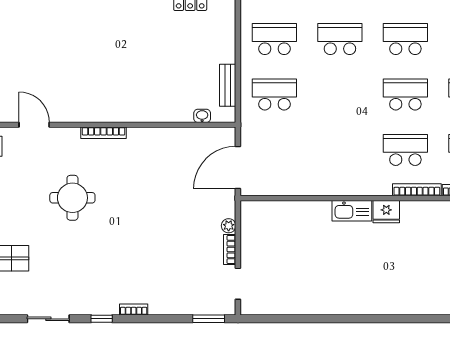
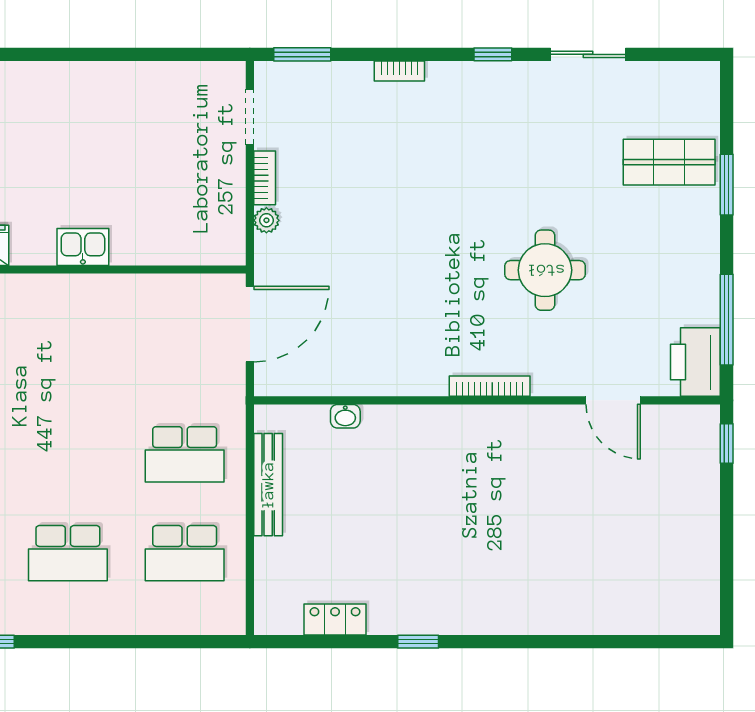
bench: (228, 85) -> (268, 485), width x1.36
washbasin: (202, 116) -> (345, 416), moved
kitchen sink: (352, 211) -> (83, 247), moved, width x0.73
bookcase: (134, 309) -> (399, 71), moved

